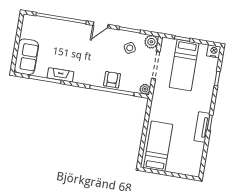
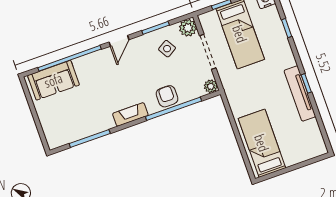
sofa: (26, 57) -> (53, 80), moved, turned 90
fireplace: (60, 75) -> (130, 114), moved
tv unit: (202, 127) -> (300, 93), width x1.41

